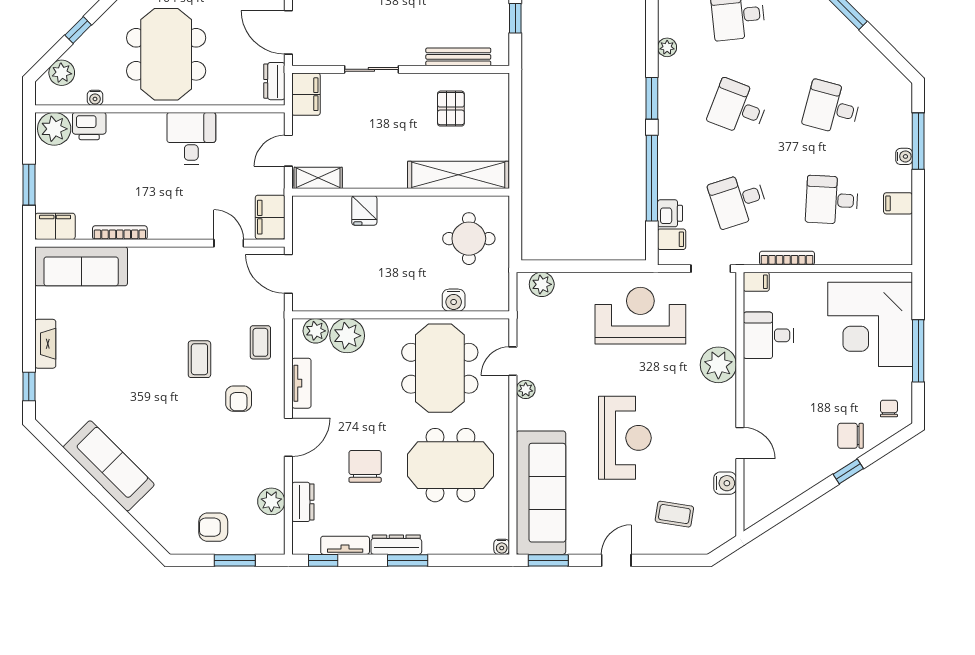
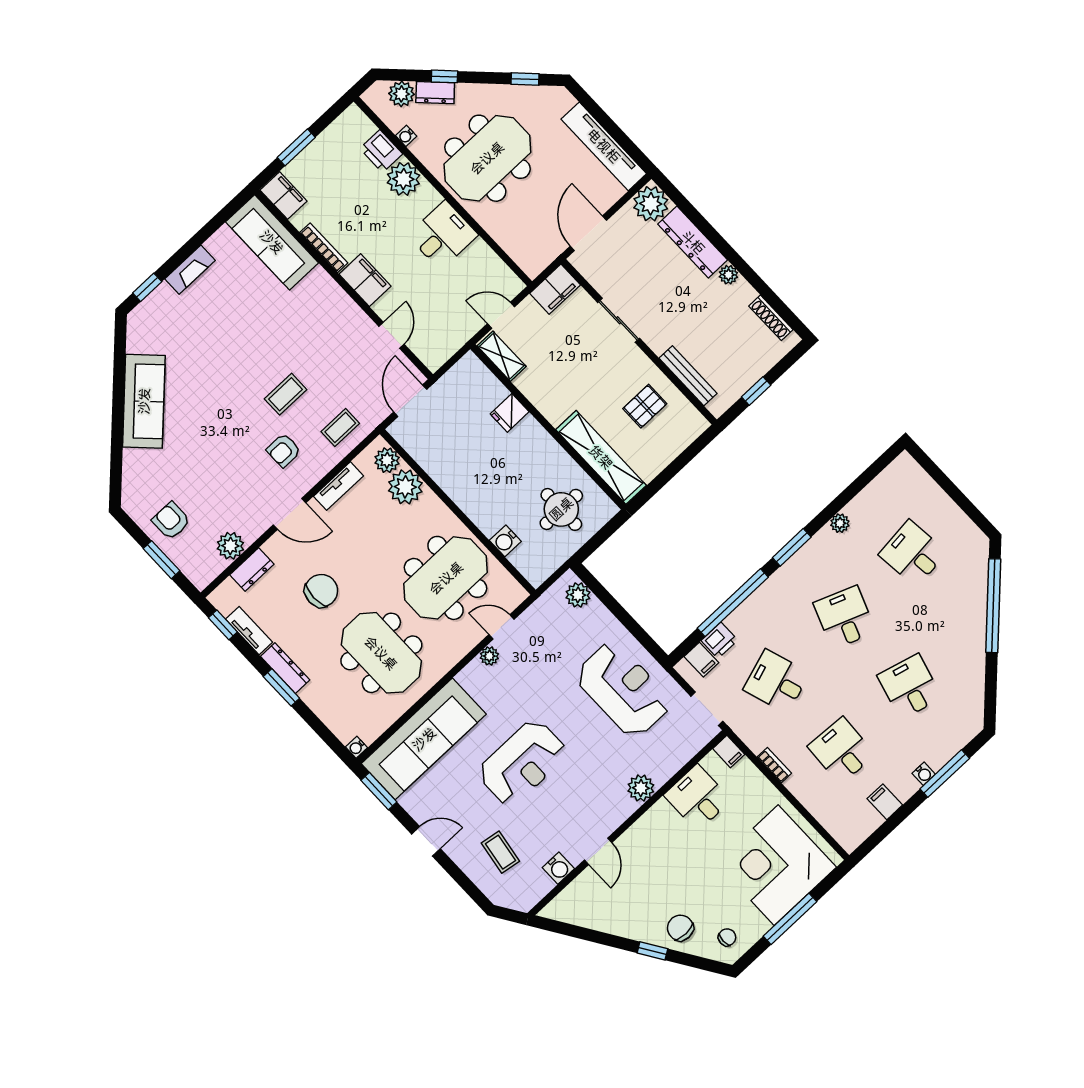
dresser: (274, 81) -> (435, 93), moved, turned -135
plant: (54, 129) -> (403, 179), moved
filing cabinet: (270, 217) -> (365, 280), moved, turned 90
bookcase: (787, 258) -> (774, 765), width x0.64
plant: (718, 365) -> (641, 788), width x0.73, depth x0.73

